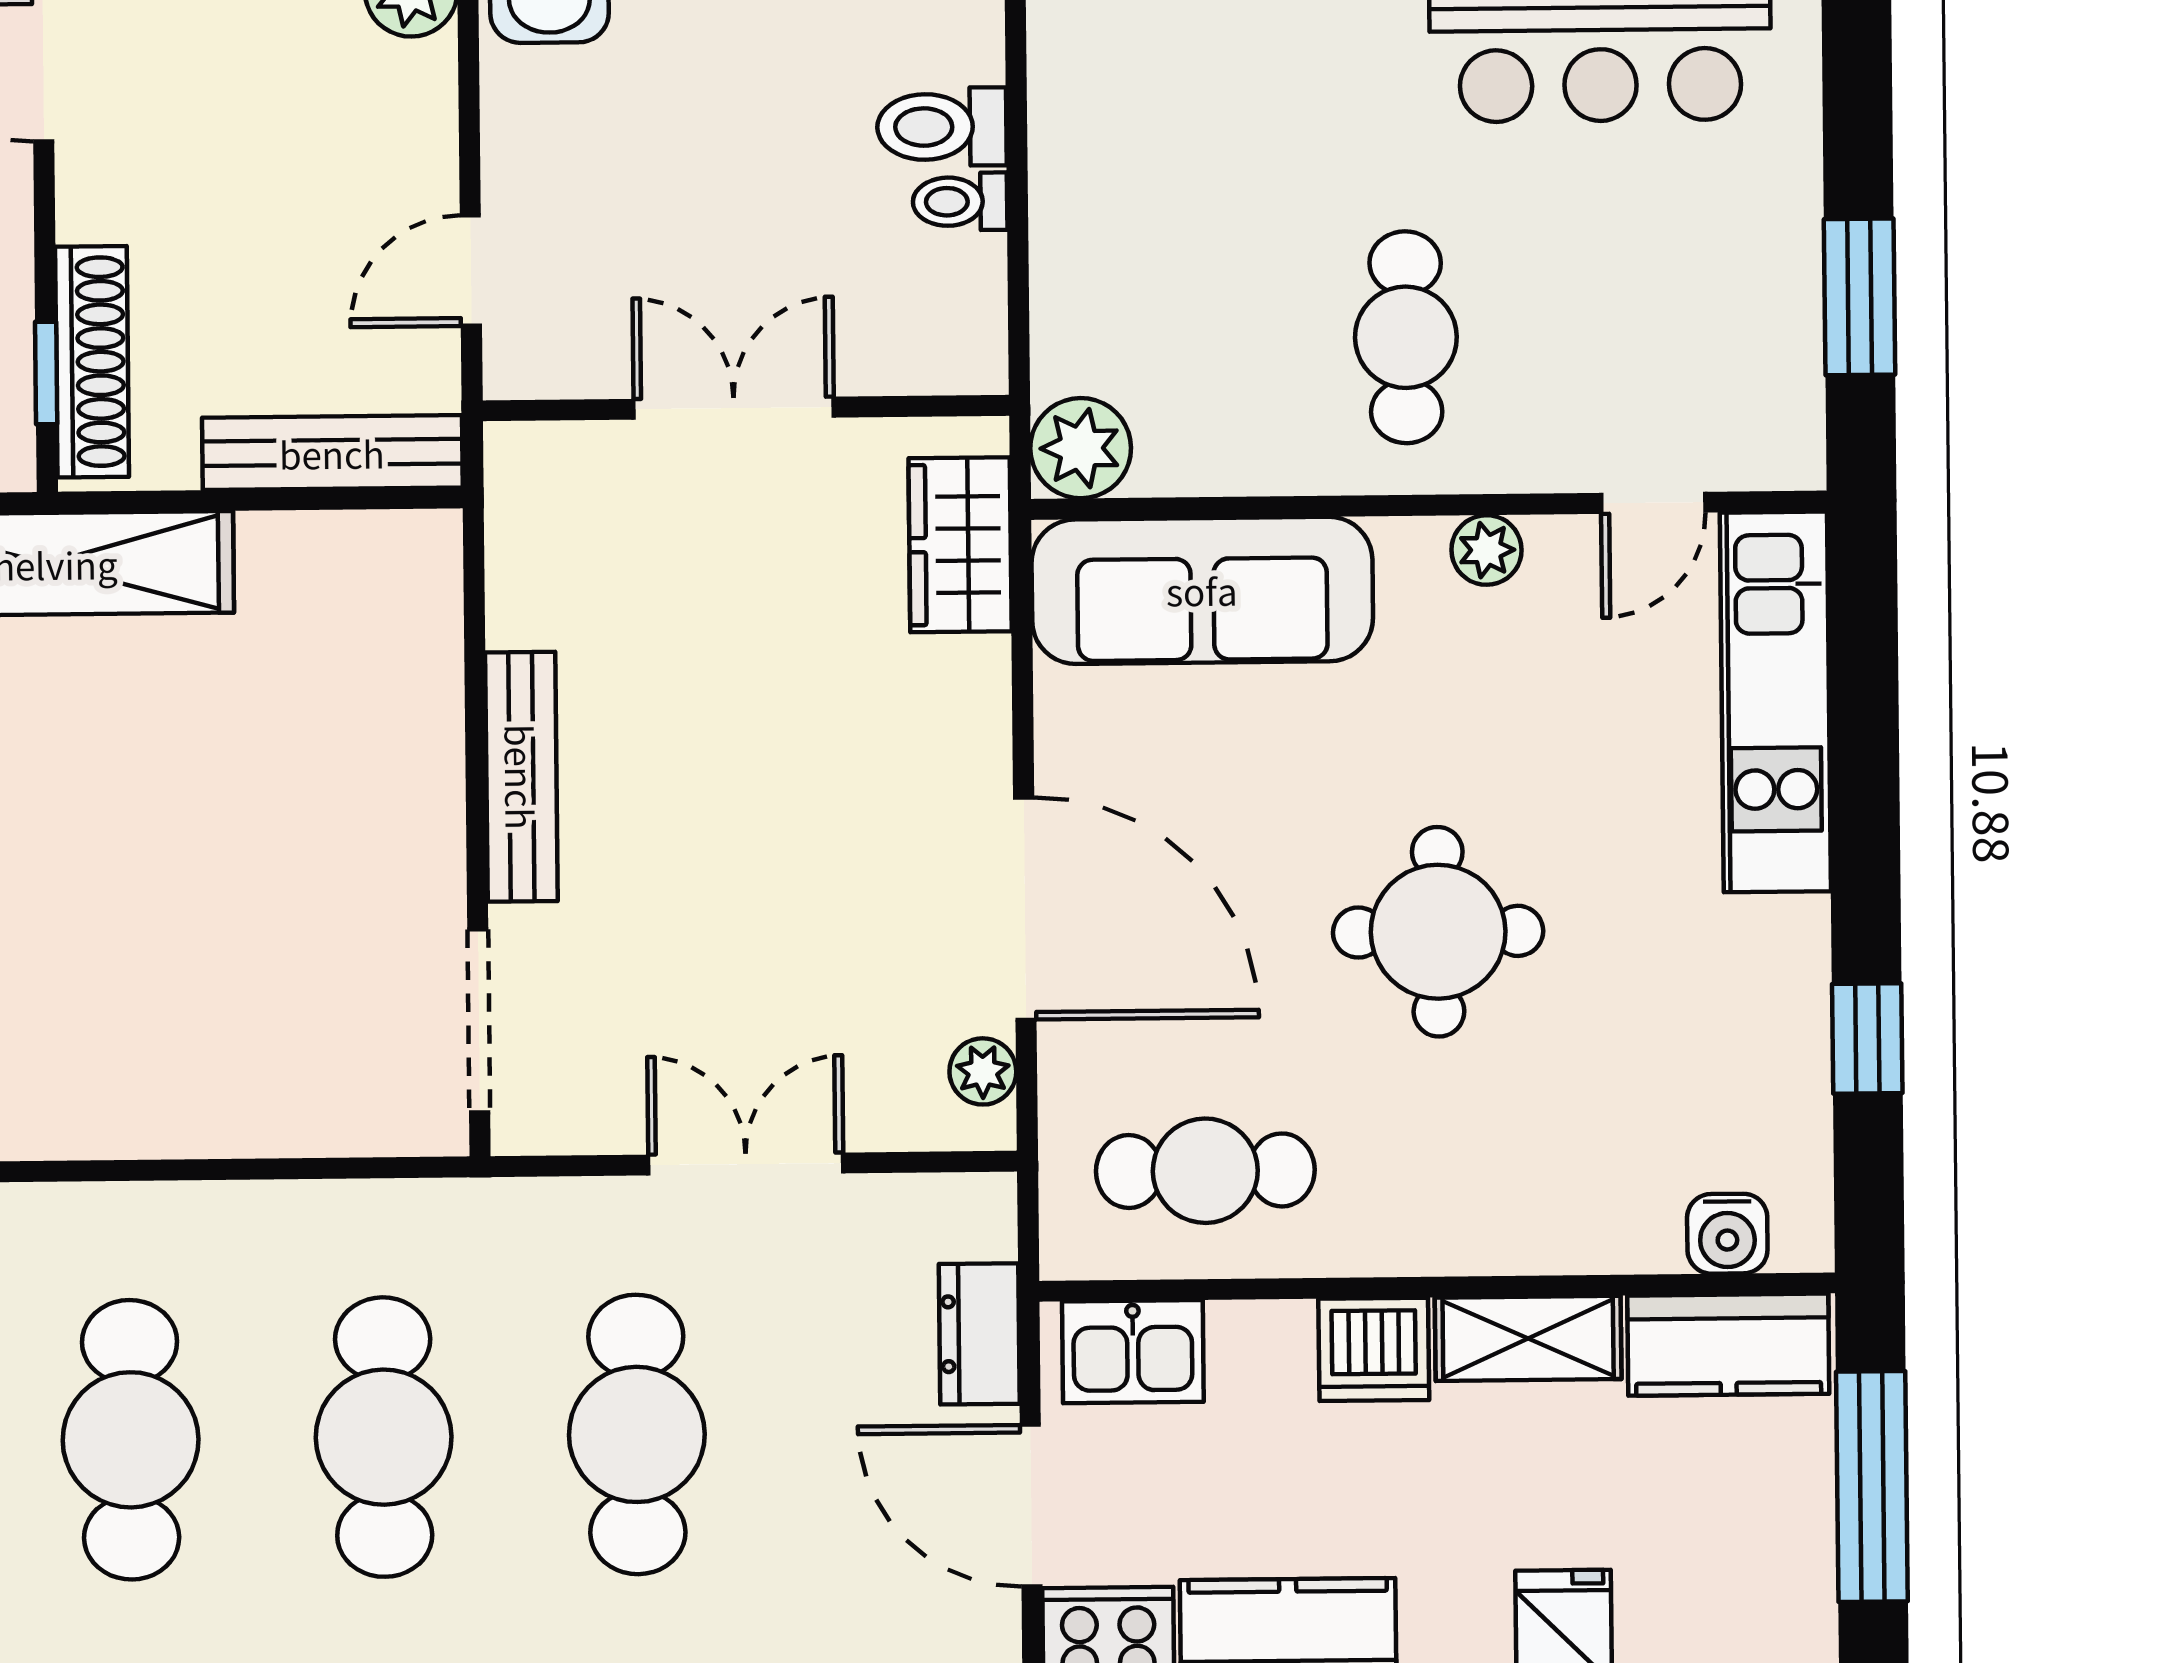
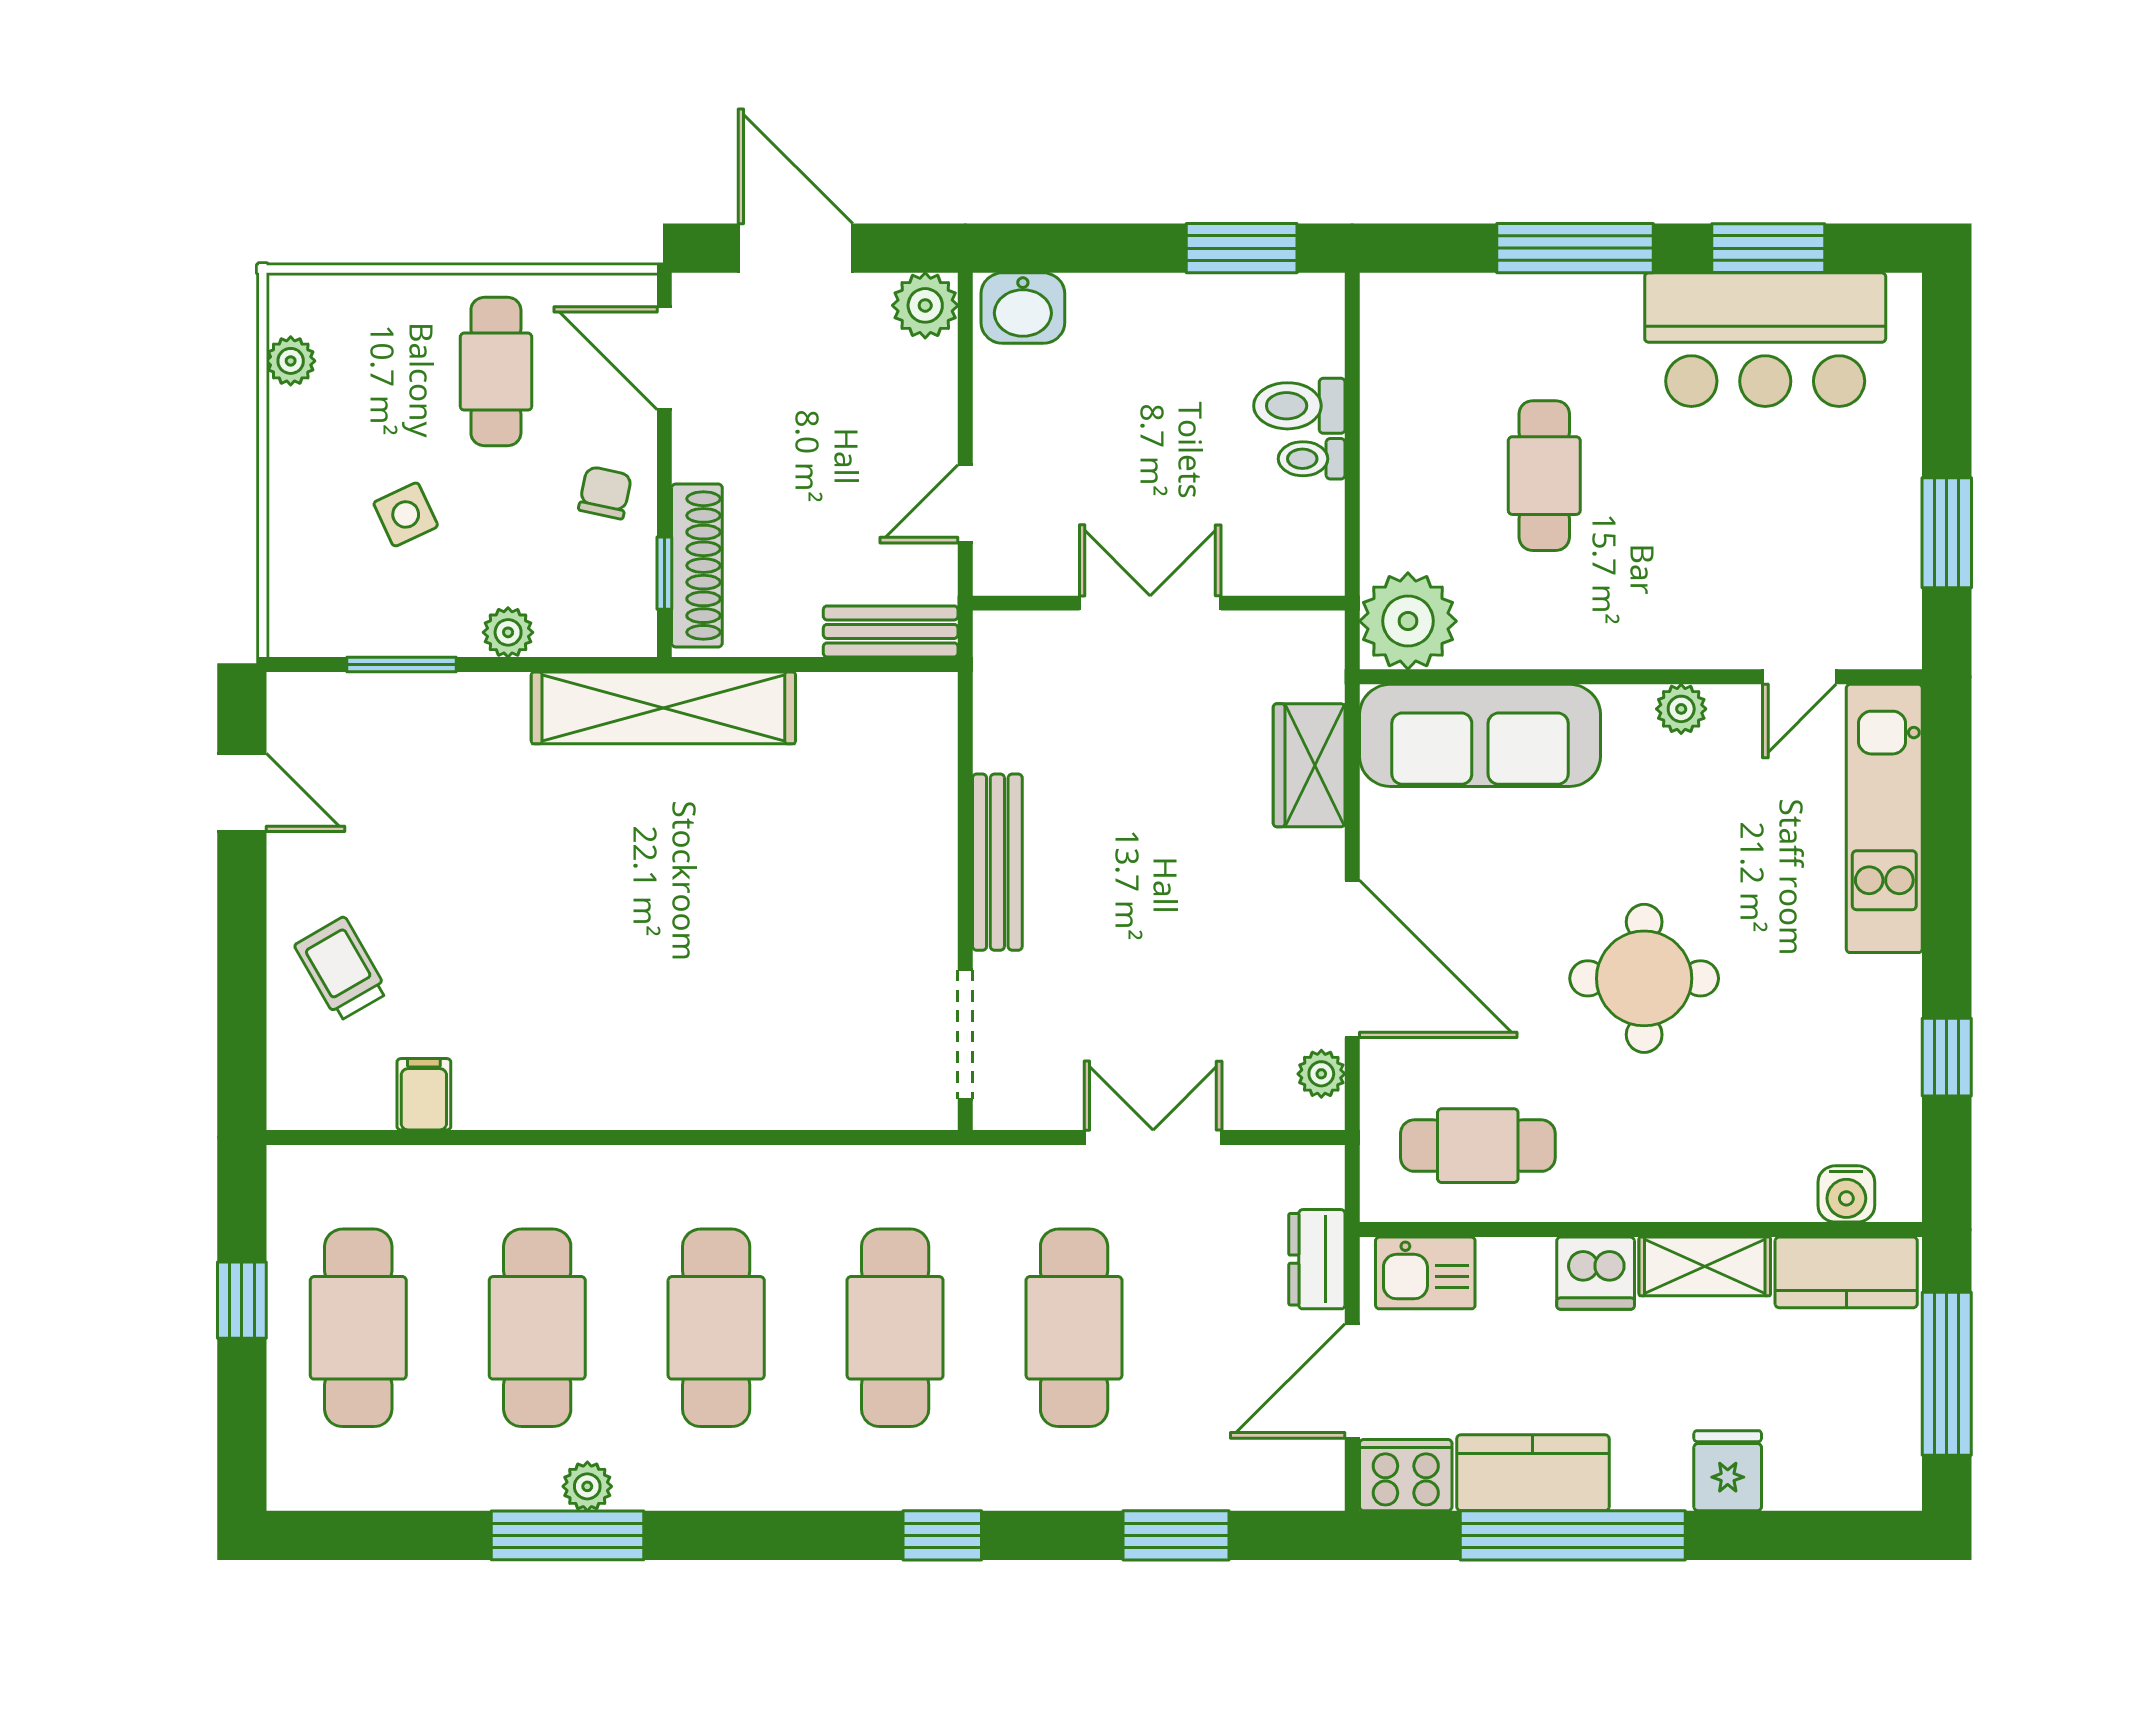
cafe table: (1406, 337) -> (1544, 476), moved
plant: (1081, 448) -> (1408, 621), width x1.36, depth x1.36
bench: (332, 453) -> (891, 631), width x0.73
wardrobe: (960, 545) -> (1309, 765), moved
door: (1031, 1506) -> (1352, 1381), hinge flipped

